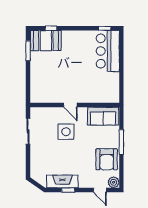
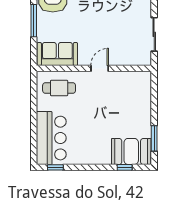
cafe table: (102, 90) -> (59, 88), added
door: (70, 105) -> (100, 68), hinge flipped
side table: (66, 132) -> (105, 34), removed

